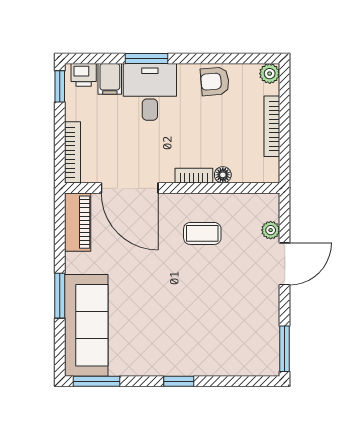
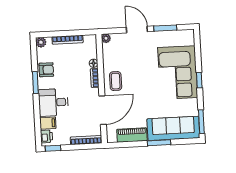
window: (147, 59) -> (35, 83), moved
armchair: (215, 81) -> (46, 70), turned -85
piano: (78, 222) -> (132, 135), moved
plant: (271, 230) -> (106, 38), moved
coffee table: (202, 233) -> (116, 81), moved
corner sofa: (196, 340) -> (178, 73), added
window: (285, 349) -> (165, 28), moved

